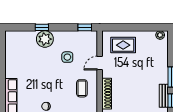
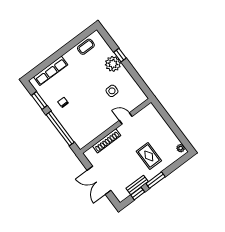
window: (85, 27) -> (144, 87), removed
rug: (123, 45) -> (149, 156), moved
coffee table: (82, 88) -> (86, 47), moved

